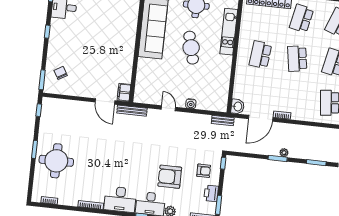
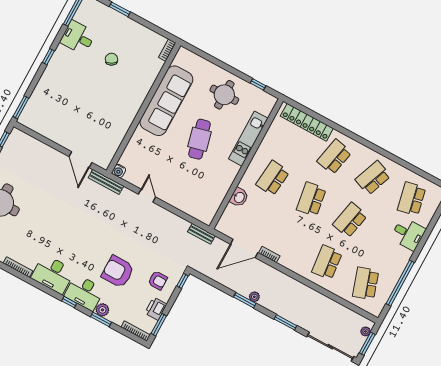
chair: (61, 73) -> (111, 59), moved
filing cabinet: (124, 92) -> (105, 158), removed
water cooler: (191, 104) -> (119, 171), moved
washbasin: (238, 106) -> (239, 197), moved

